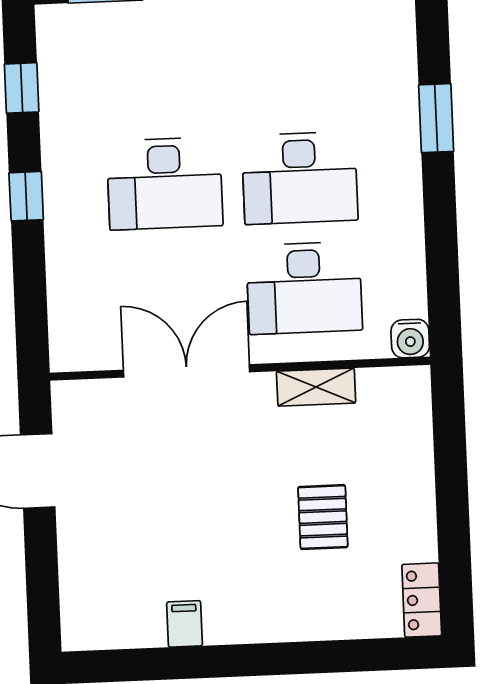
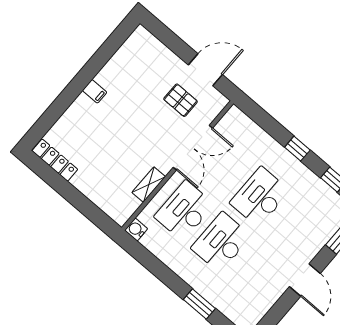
pallet: (323, 517) -> (181, 100), moved
locker: (422, 600) -> (55, 160), width x1.53
filing cabinet: (185, 624) -> (95, 91), moved

